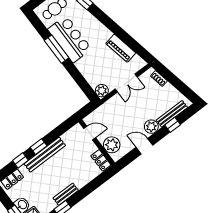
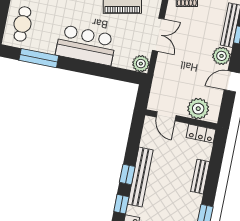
bar counter: (70, 39) -> (86, 45), moved
window: (57, 49) -> (39, 58), moved
door: (90, 133) -> (166, 116), swing flipped
bench: (66, 194) -> (200, 177), moved

